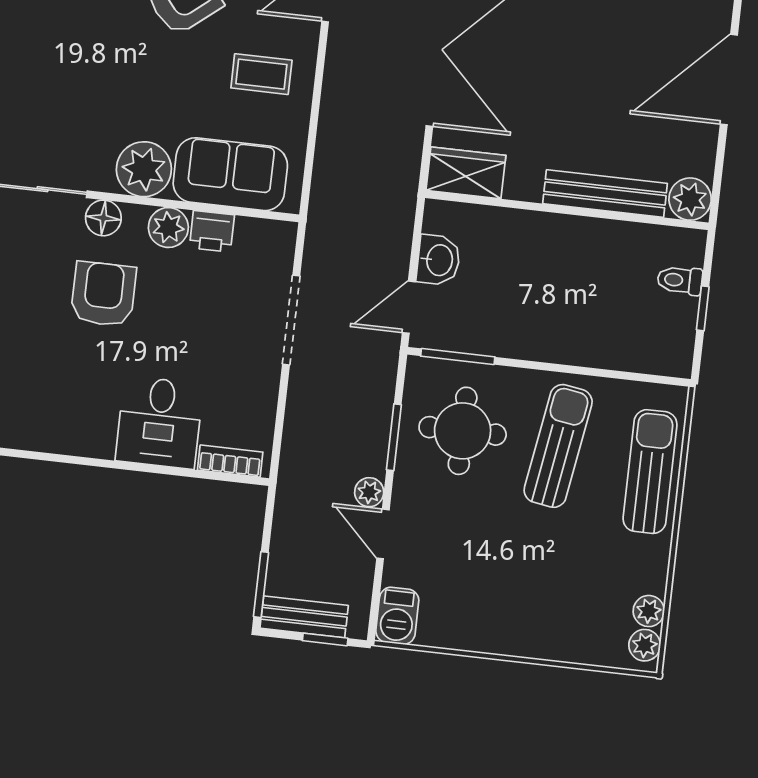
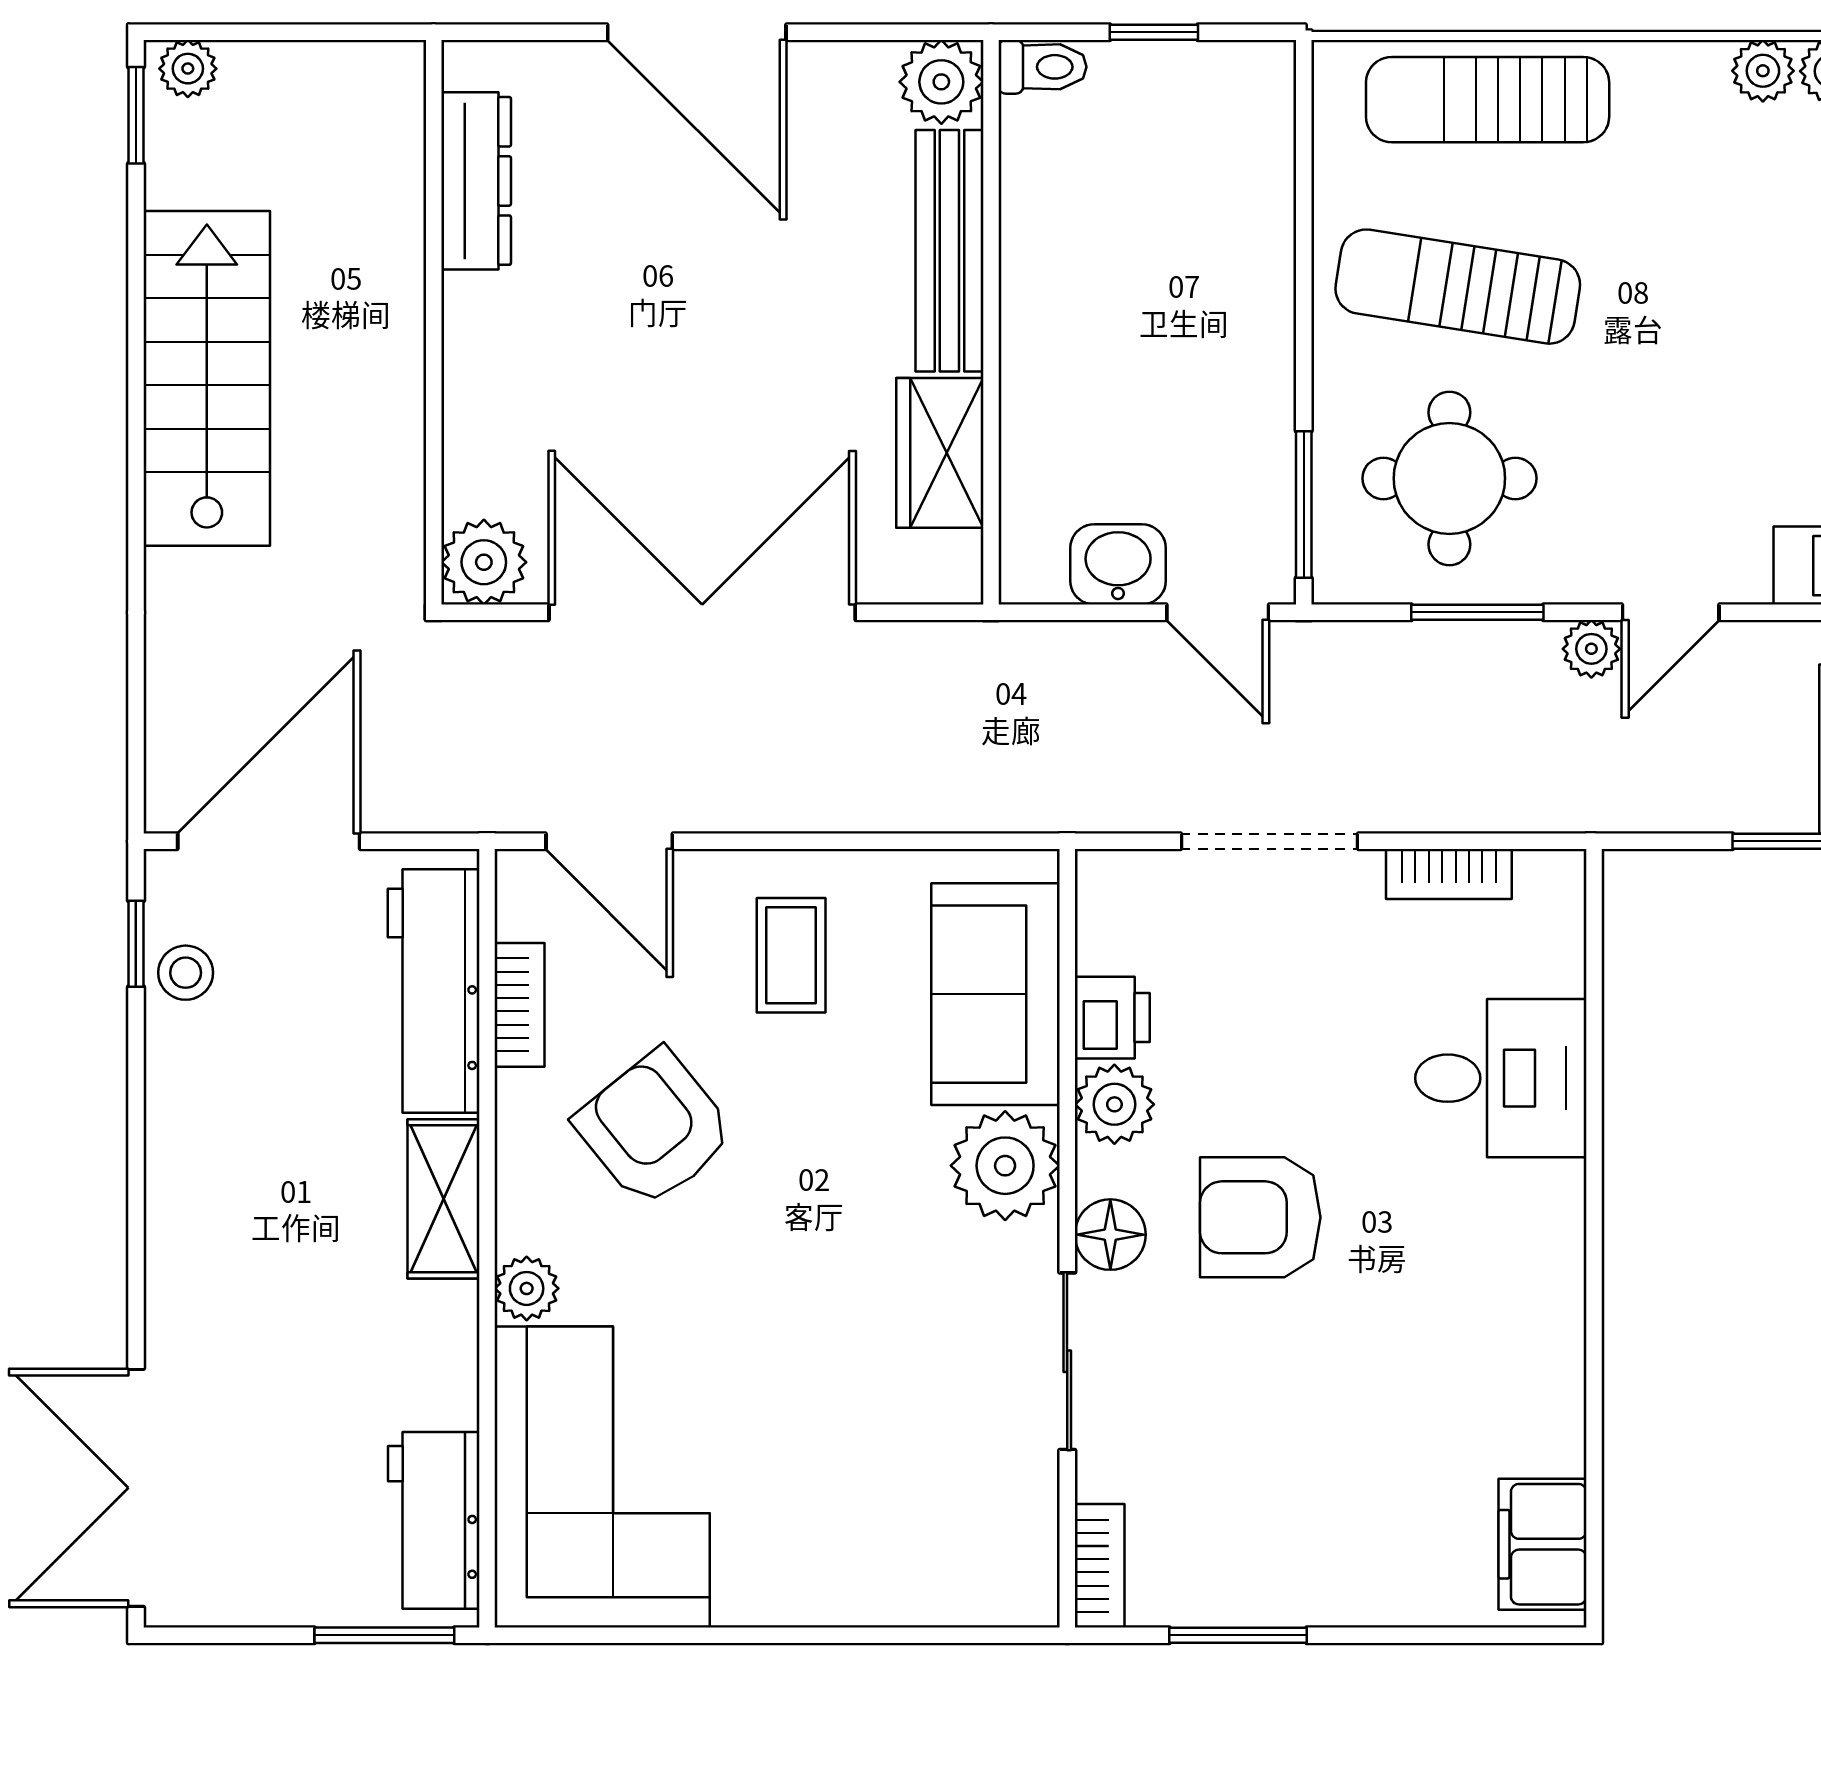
wardrobe: (466, 173) -> (940, 453), moved
toilet: (680, 280) -> (1042, 67), moved, turned -90
bookcase: (230, 461) -> (1449, 874), moved, turned -90

